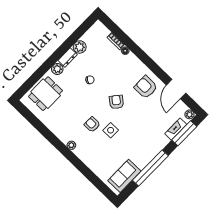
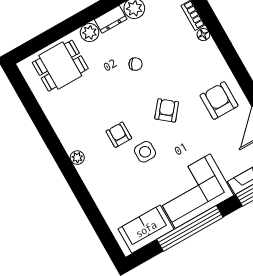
corner sofa: (146, 145) -> (193, 191), added

